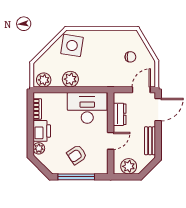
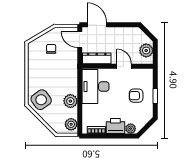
side table: (72, 45) -> (41, 100), turned 45
dresser: (120, 114) -> (97, 58), width x1.44
bench: (150, 141) -> (124, 32), removed
armchair: (77, 155) -> (136, 96), turned 124
window: (76, 177) -> (155, 96), width x0.46

